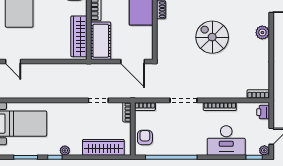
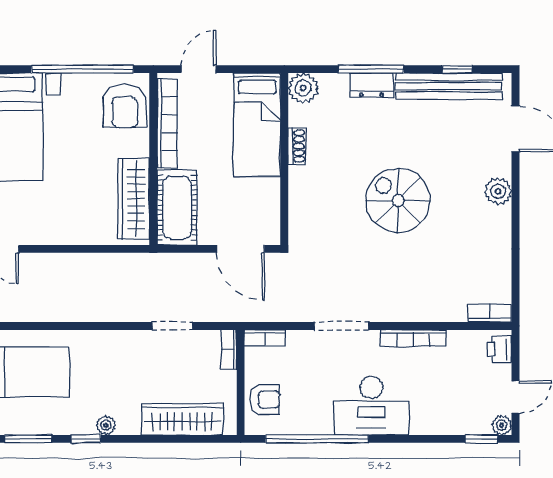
armchair: (145, 138) -> (265, 400), turned 90
desk: (226, 141) -> (371, 406), moved

